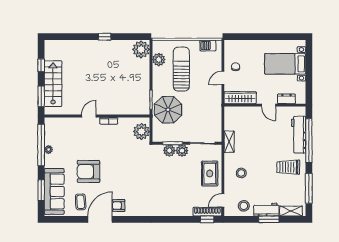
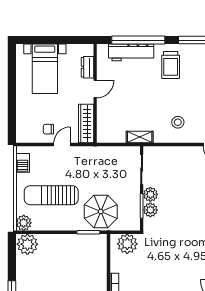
plant: (159, 60) -> (24, 223), moved
door: (223, 78) -> (62, 145), swing flipped
rug: (210, 174) -> (178, 161), removed

